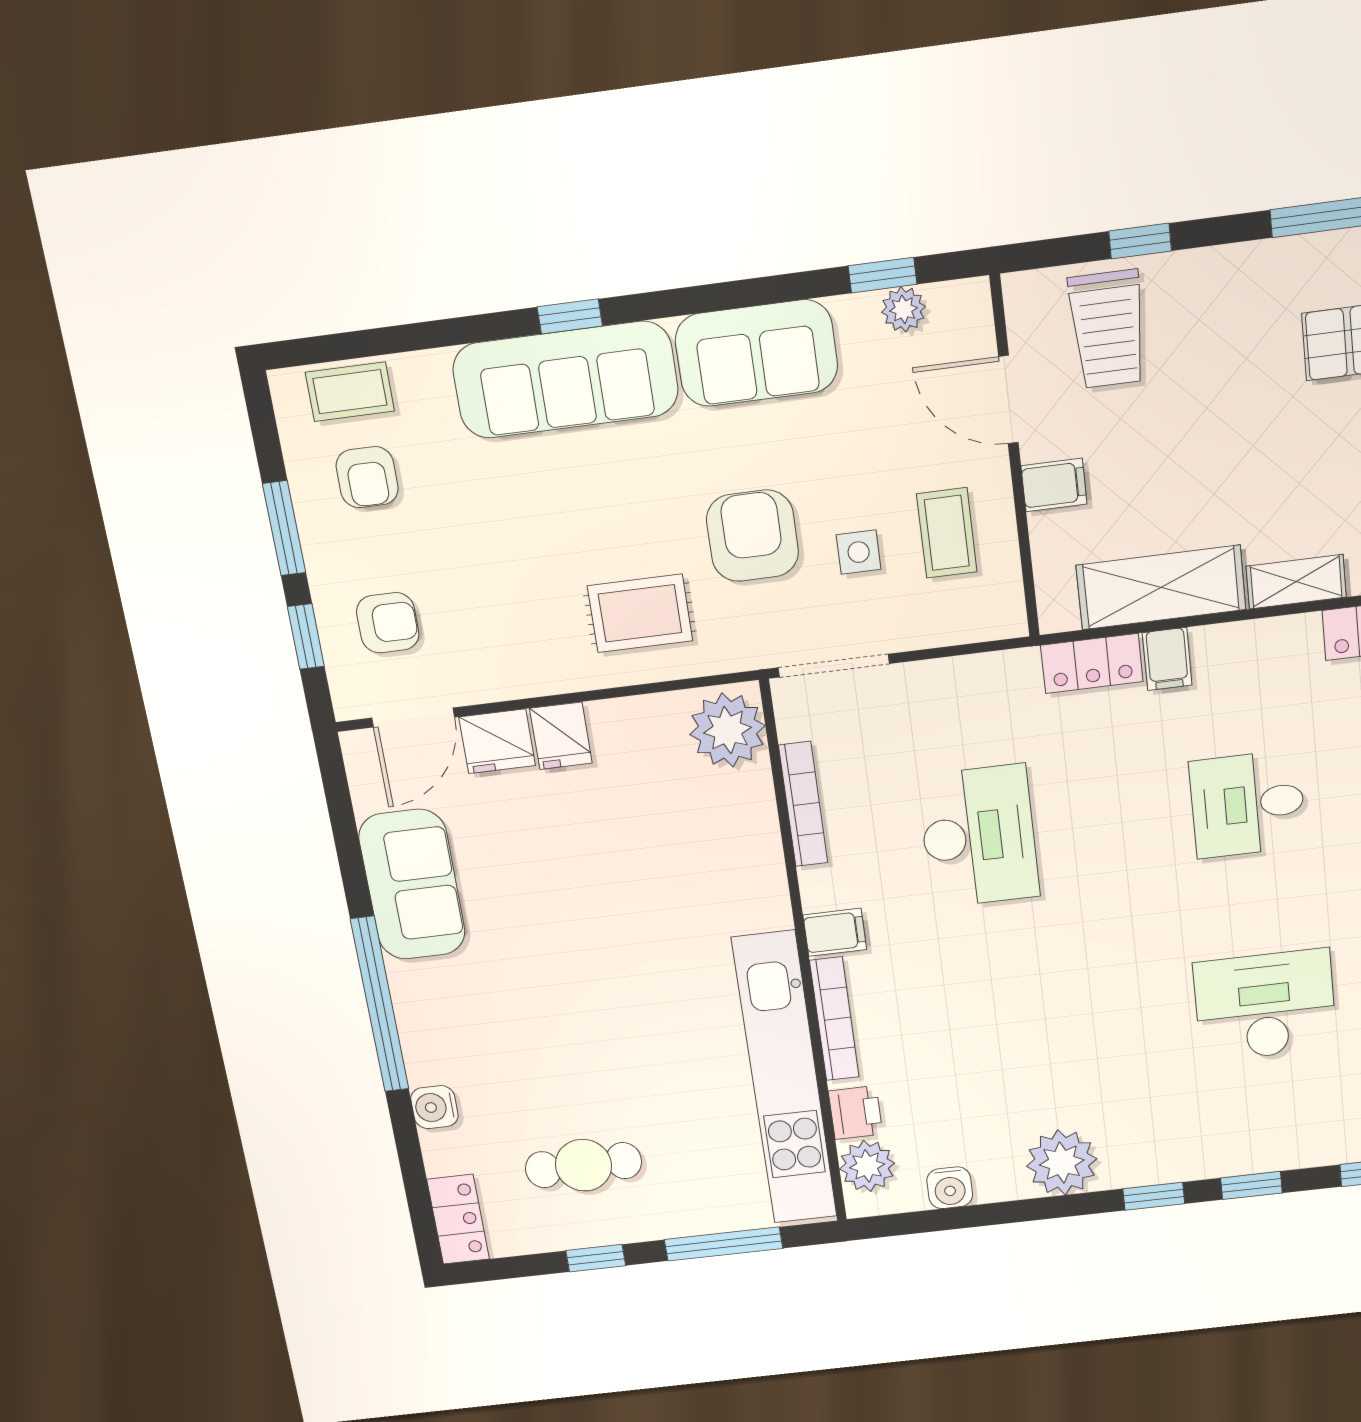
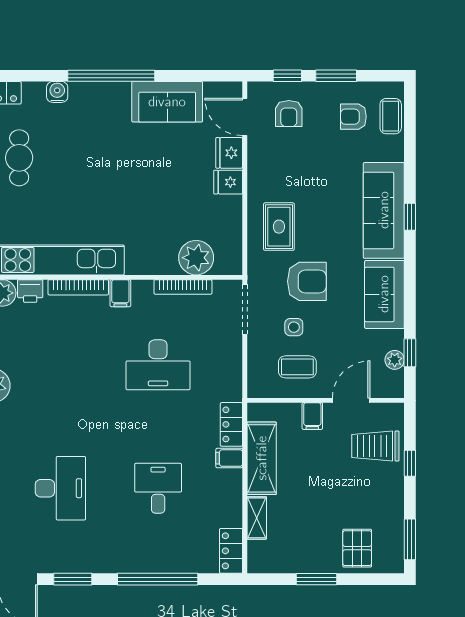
plant: (727, 730) -> (196, 258), moved

